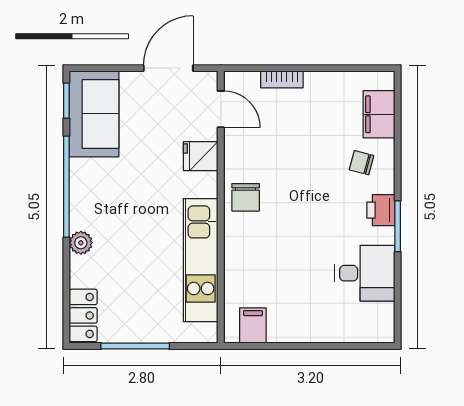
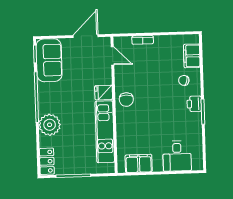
fridge: (201, 156) -> (104, 93), moved
plant: (81, 243) -> (50, 125), width x1.87, depth x1.87
desk: (365, 273) -> (177, 156), moved, turned 90
filing cabinet: (253, 325) -> (139, 163), width x2.00

